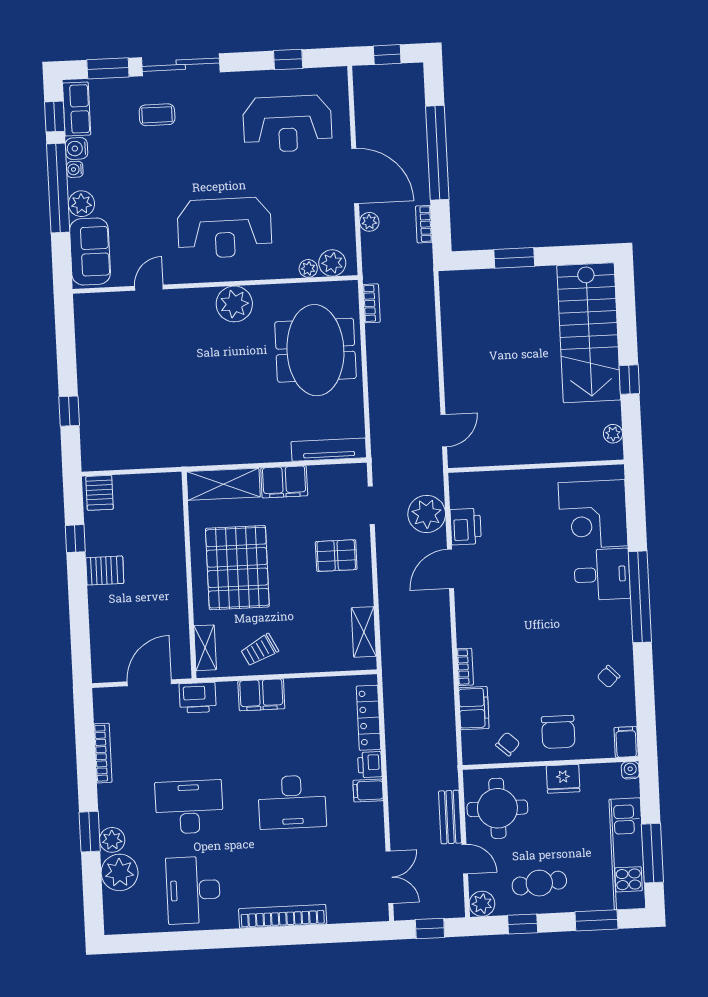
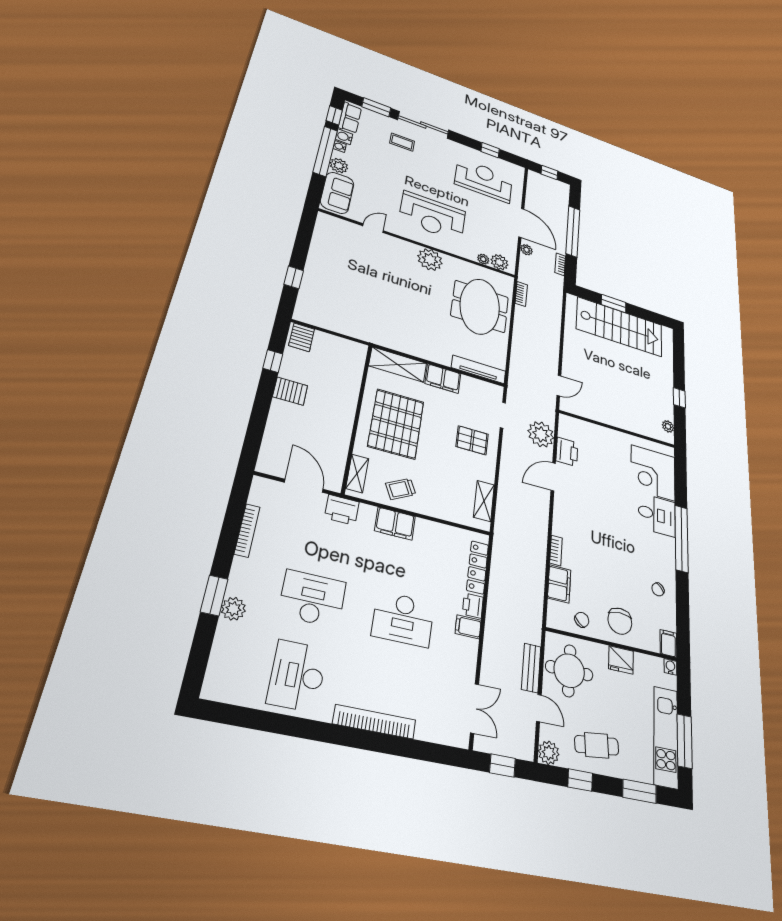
reception desk: (287, 124) -> (484, 180), turned 180
stairs: (589, 333) -> (620, 327), moved, turned -90
door: (149, 683) -> (304, 486), hinge flipped
plant: (120, 872) -> (232, 641), removed

